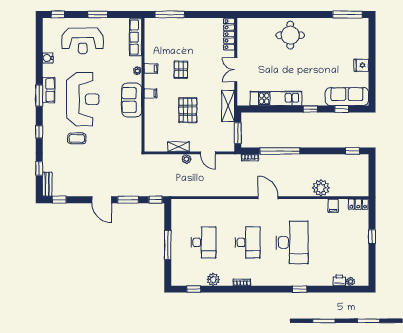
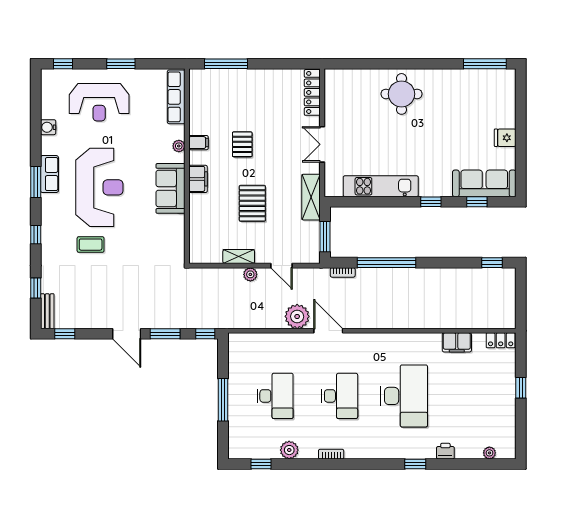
filing cabinet: (151, 93) -> (198, 179), width x2.00
plant: (321, 188) -> (297, 316), moved
door: (268, 198) -> (328, 331), moved
filing cabinet: (333, 206) -> (457, 342), width x2.00
printer: (339, 280) -> (445, 451), moved

